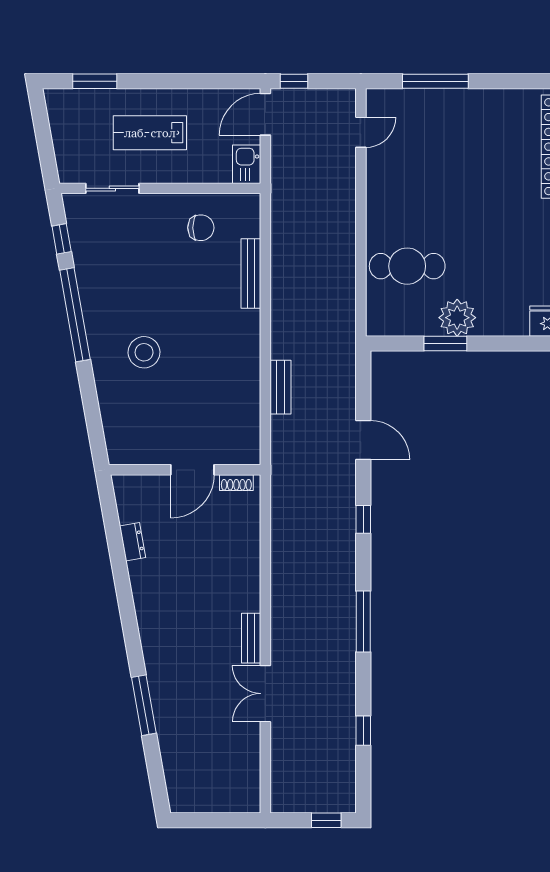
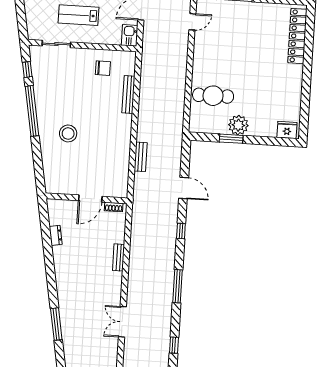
bench: (251, 638) -> (119, 257), moved

